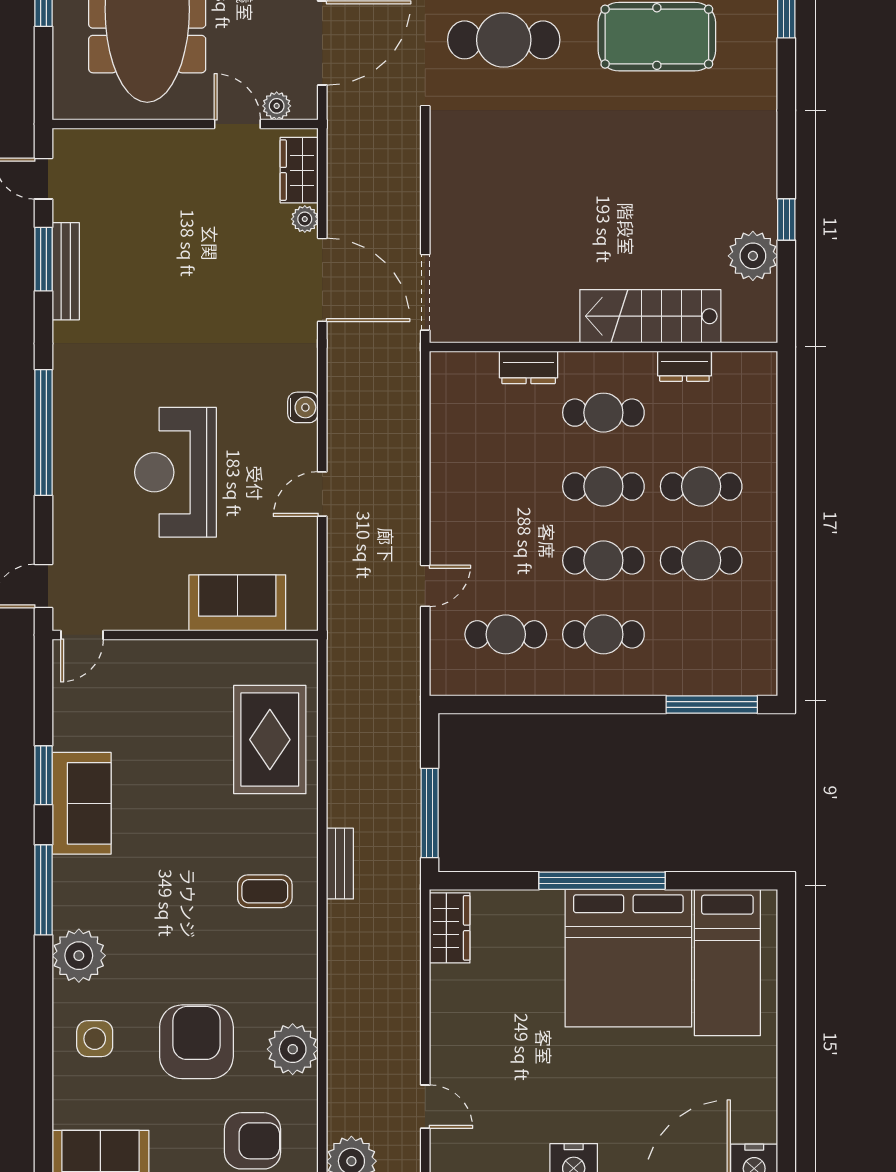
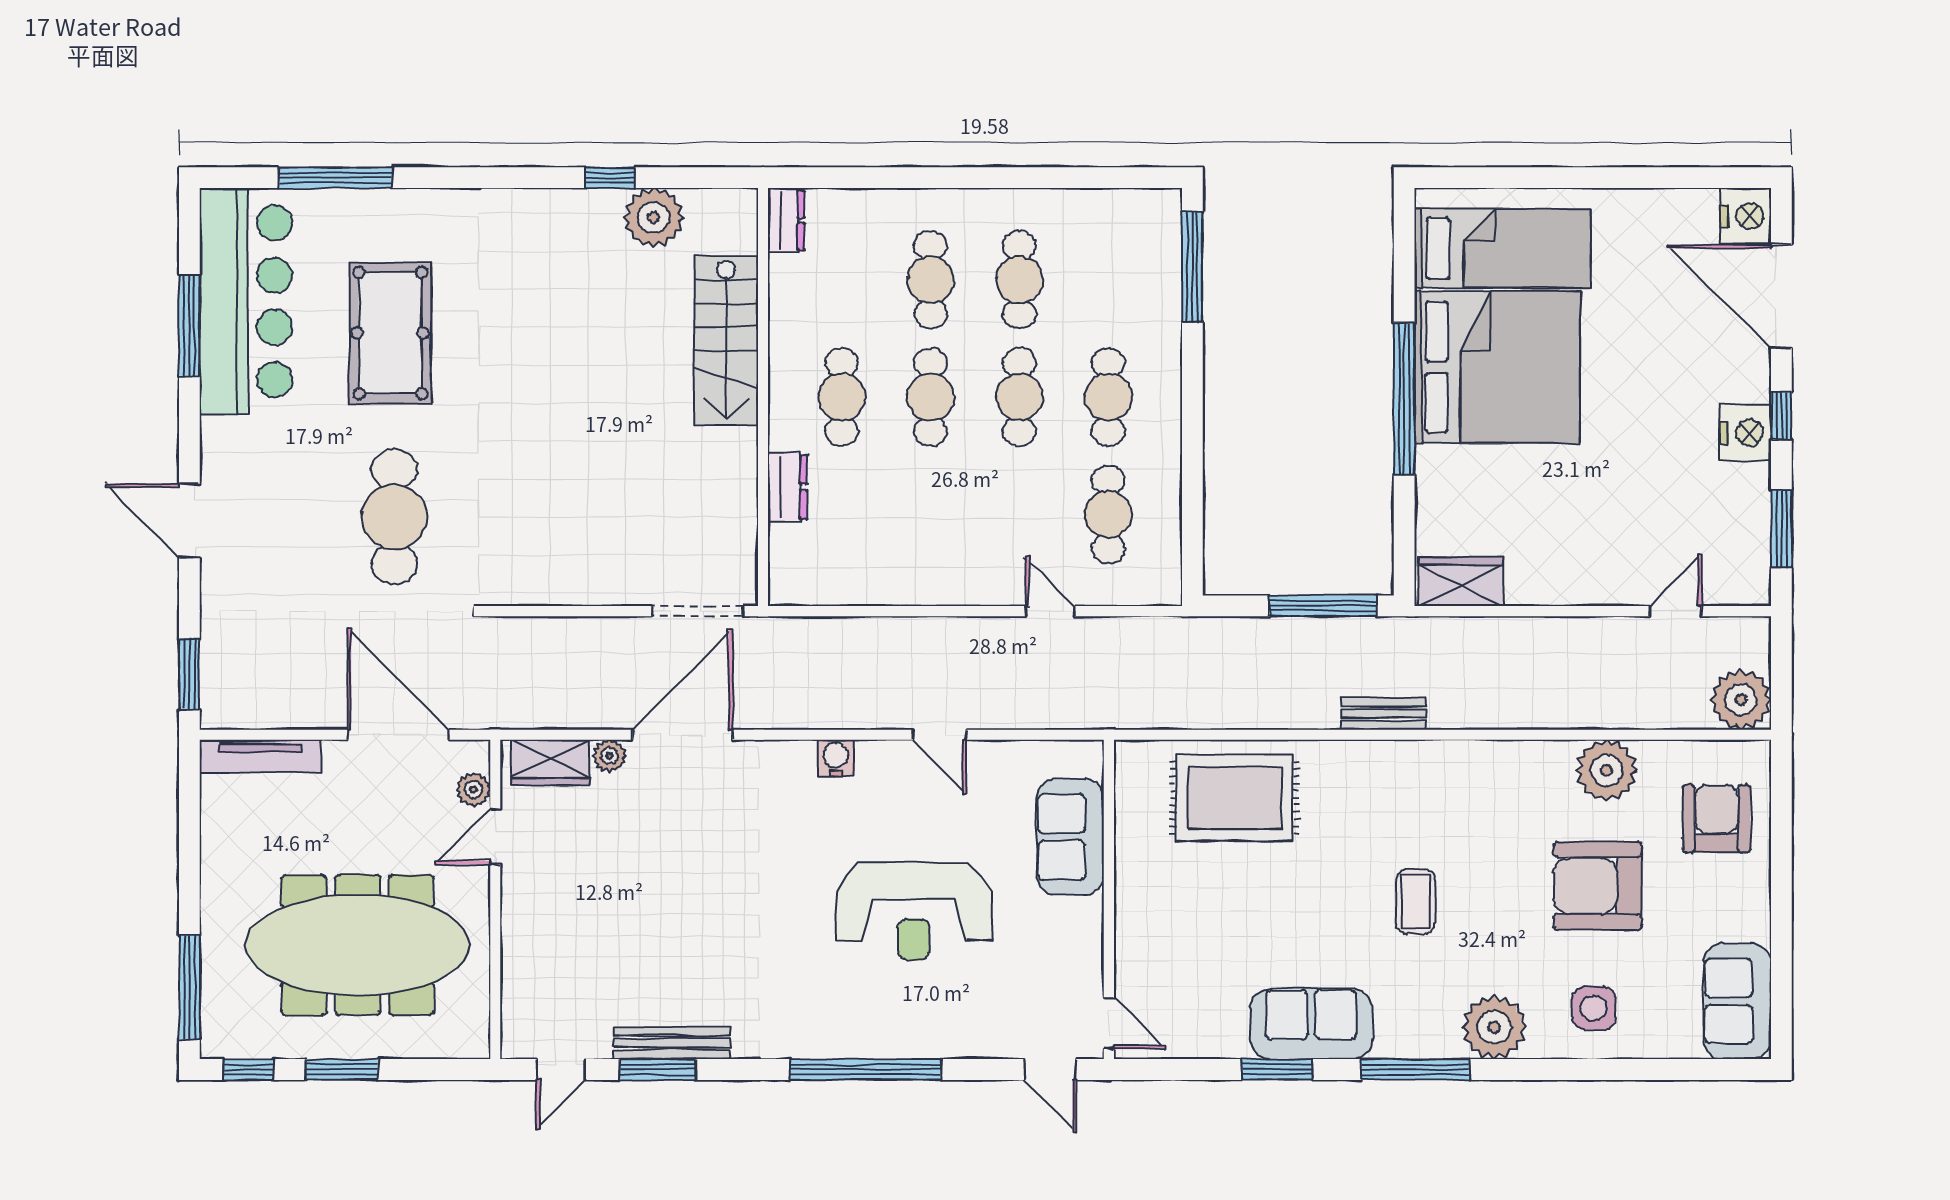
dresser: (684, 366) -> (786, 220), moved
coffee table: (265, 891) -> (1416, 902), moved

